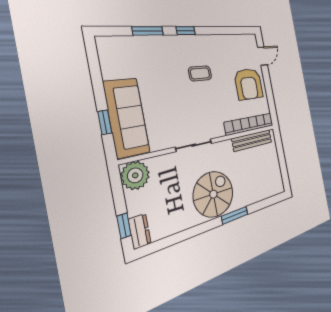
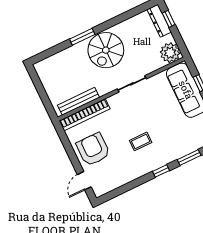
dresser: (140, 231) -> (159, 21), width x1.44

